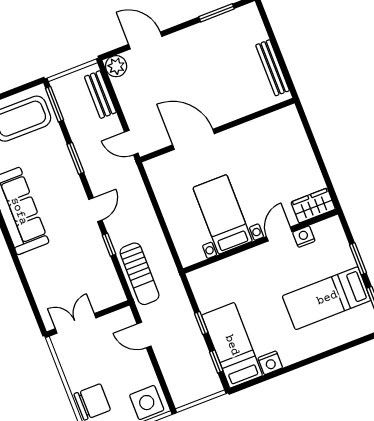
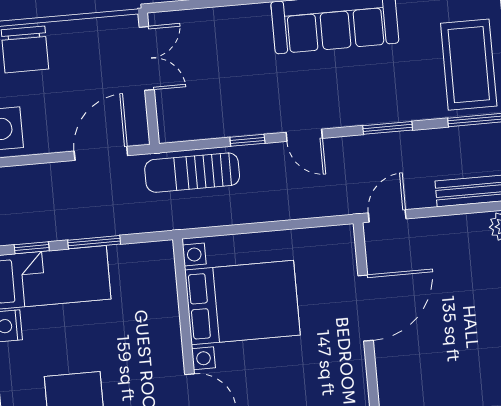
bed with nightstands: (223, 214) -> (242, 302), width x1.36
window: (201, 323) -> (94, 242), width x1.50
door: (144, 335) -> (101, 153), width x1.38

